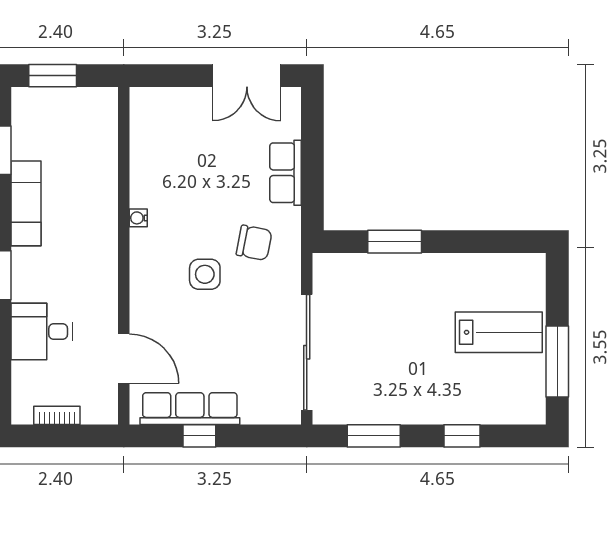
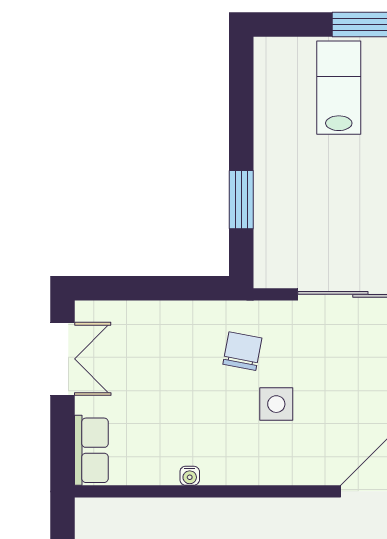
row of seats: (285, 173) -> (91, 450), moved, turned -90
water cooler: (138, 218) -> (190, 476), moved

